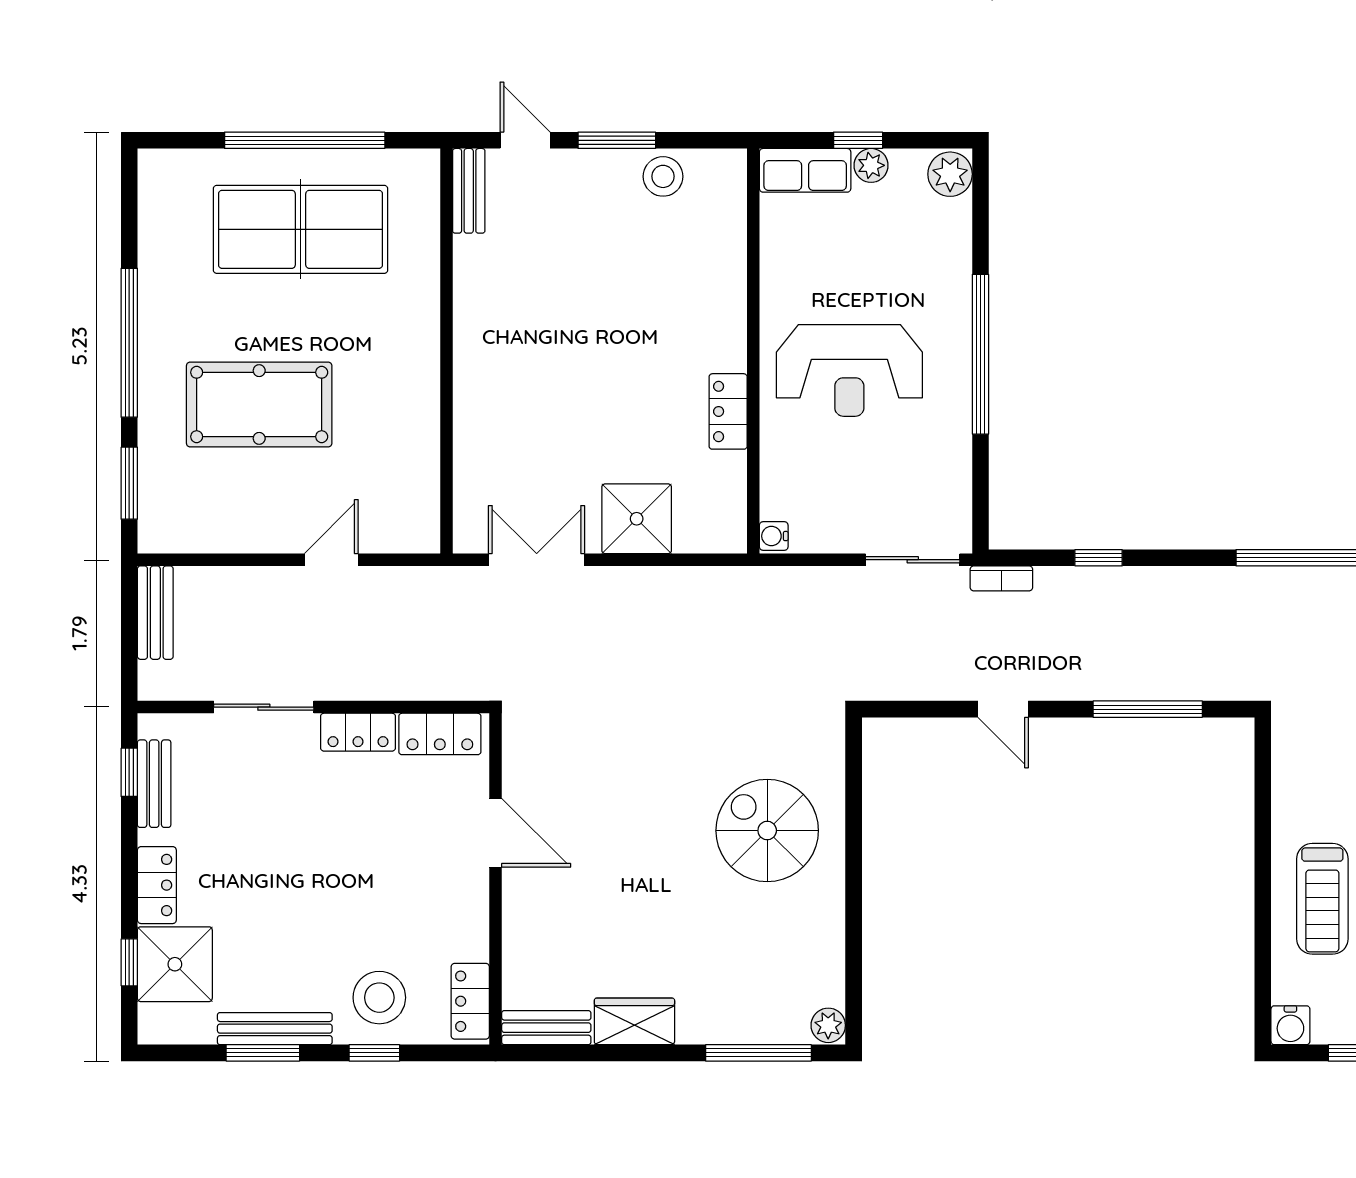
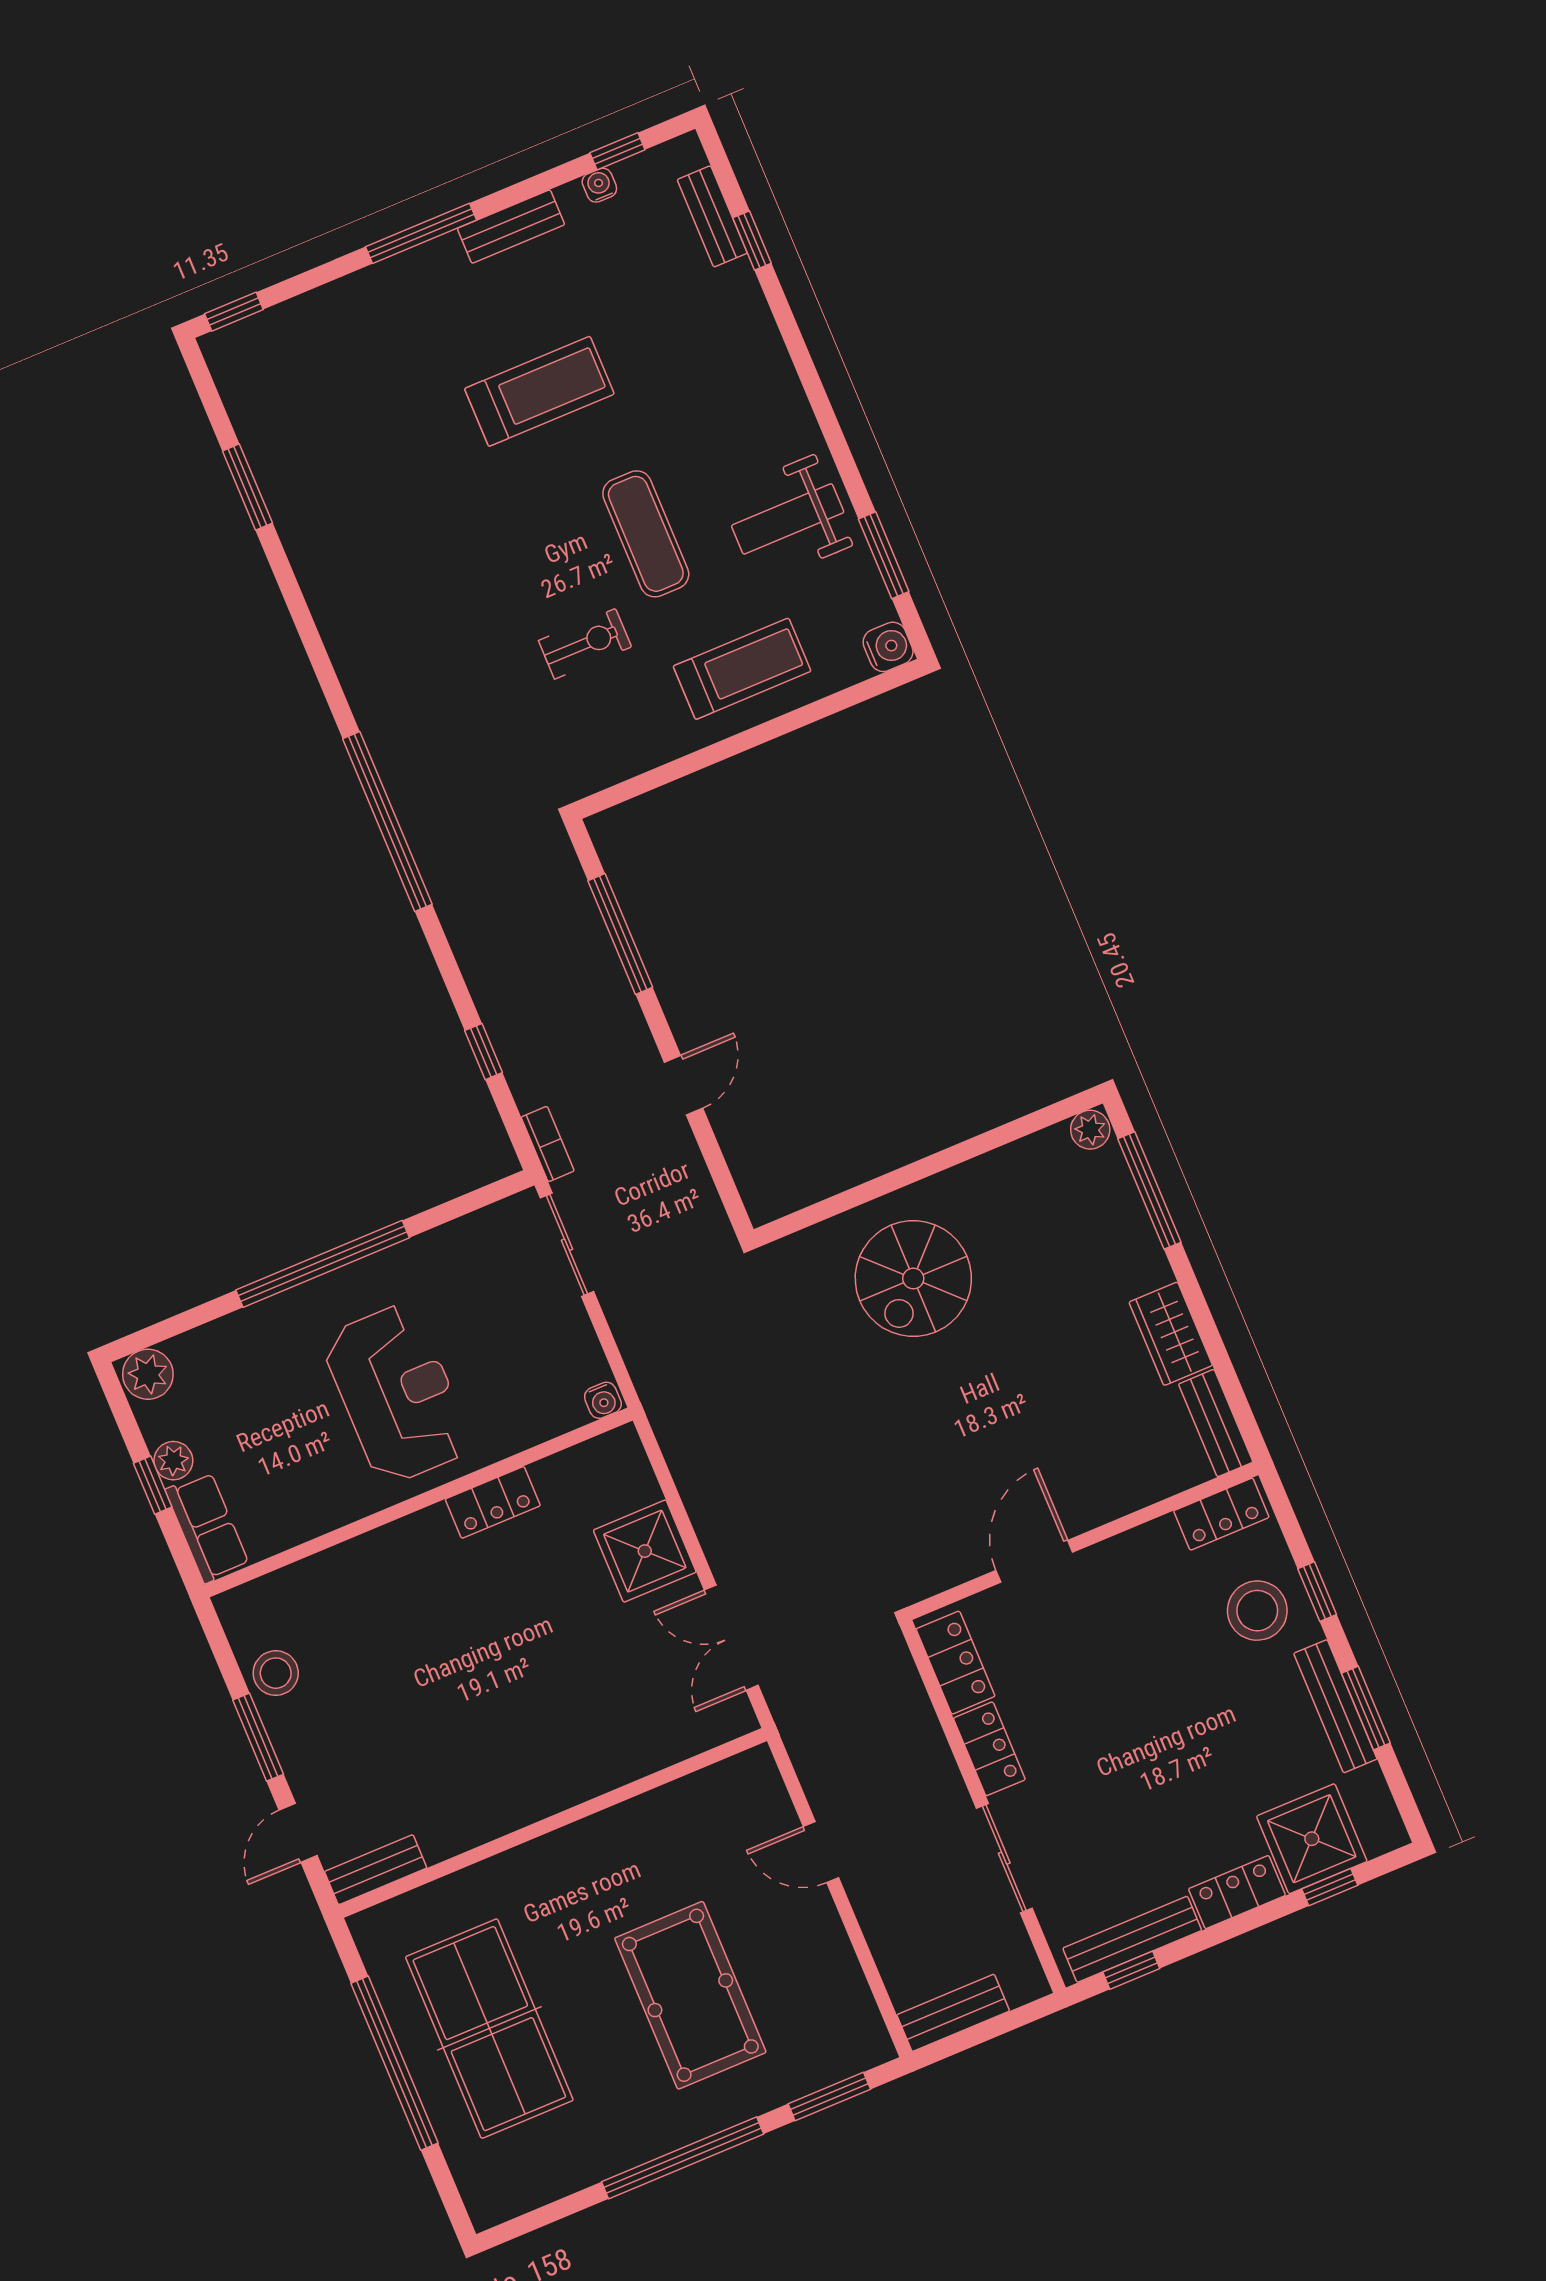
bench: (154, 784) -> (1132, 1939), width x1.36

